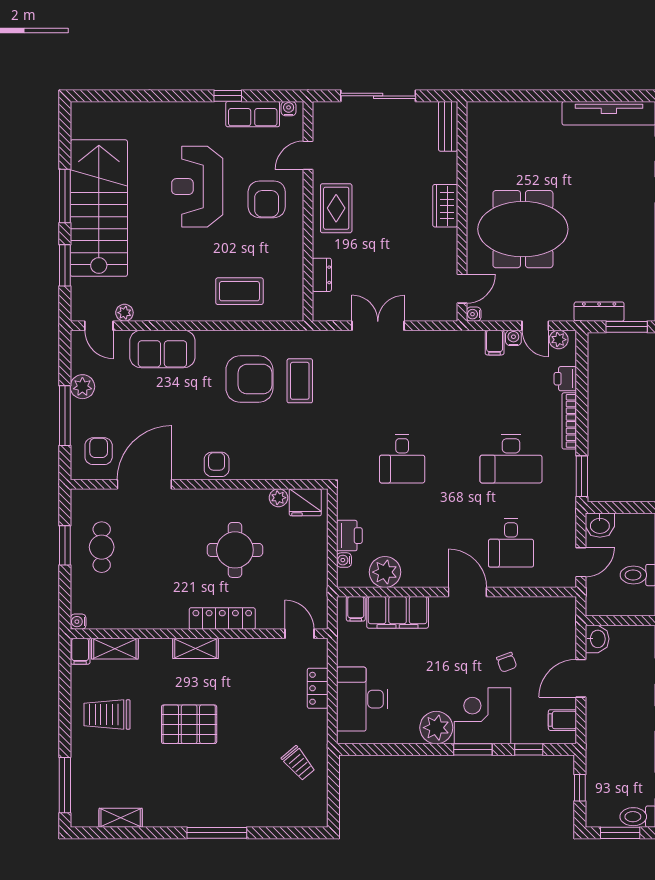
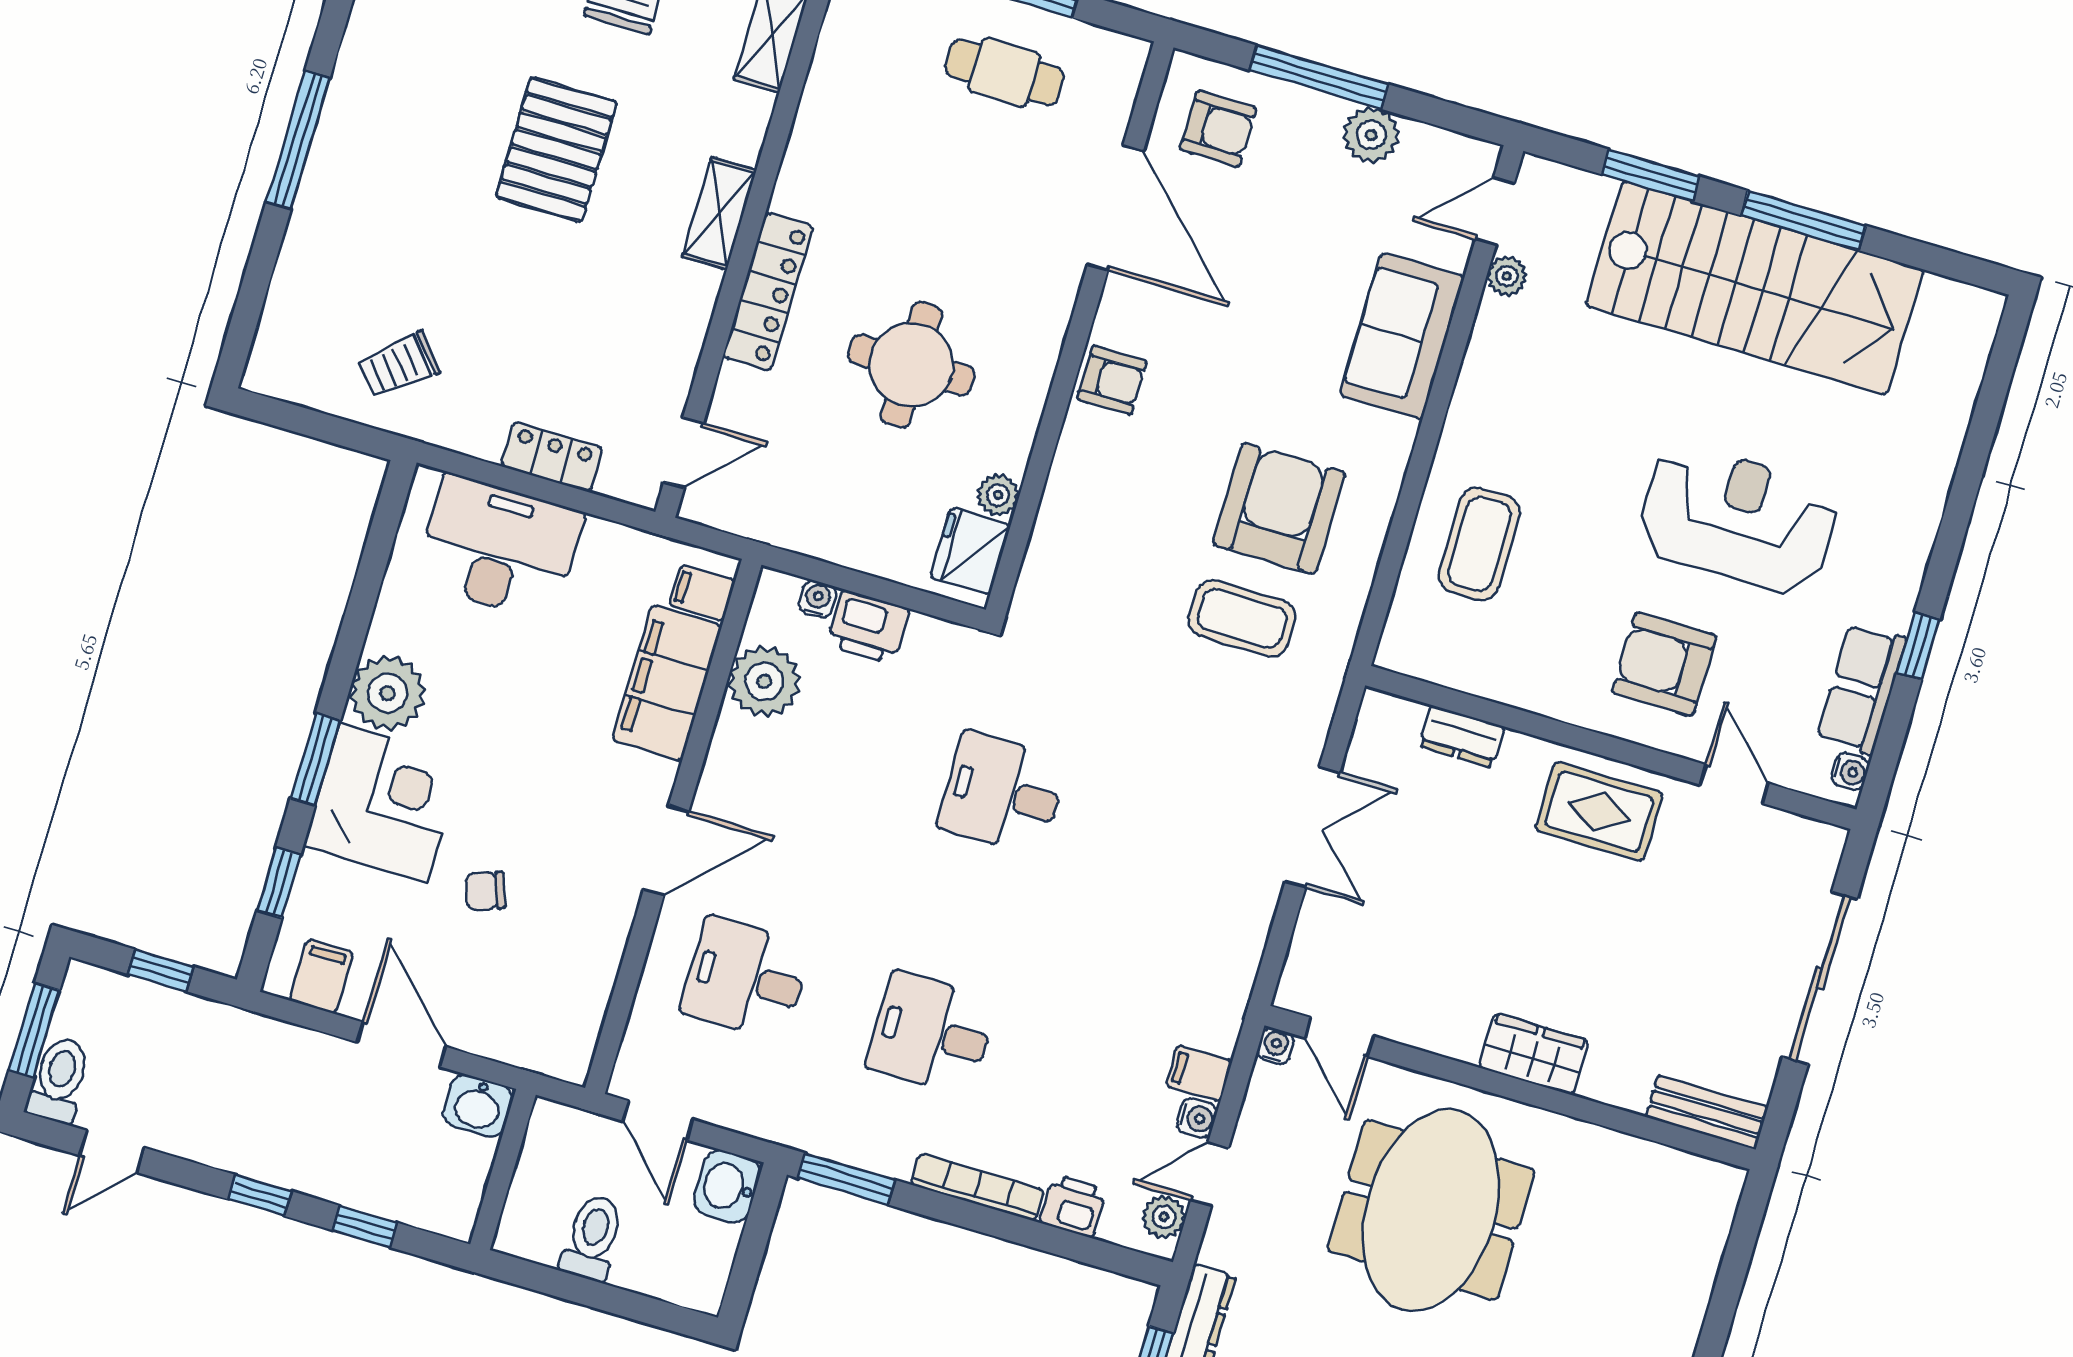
armchair: (249, 379) -> (1279, 508), turned 180
desk: (511, 459) -> (932, 1034), width x0.73

